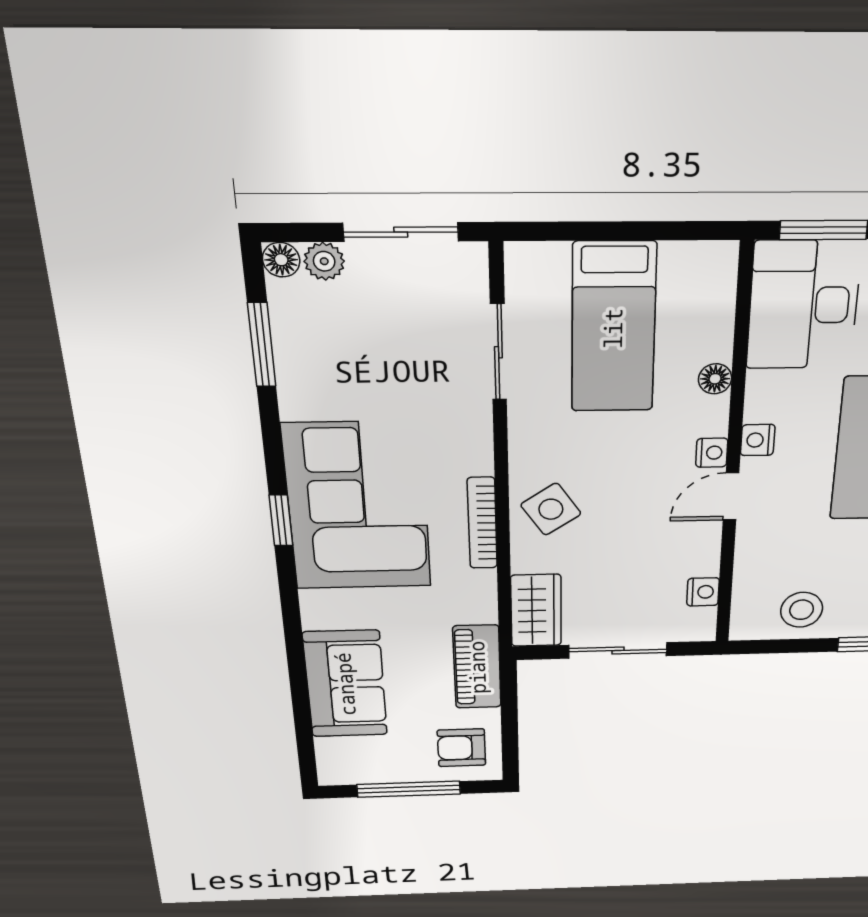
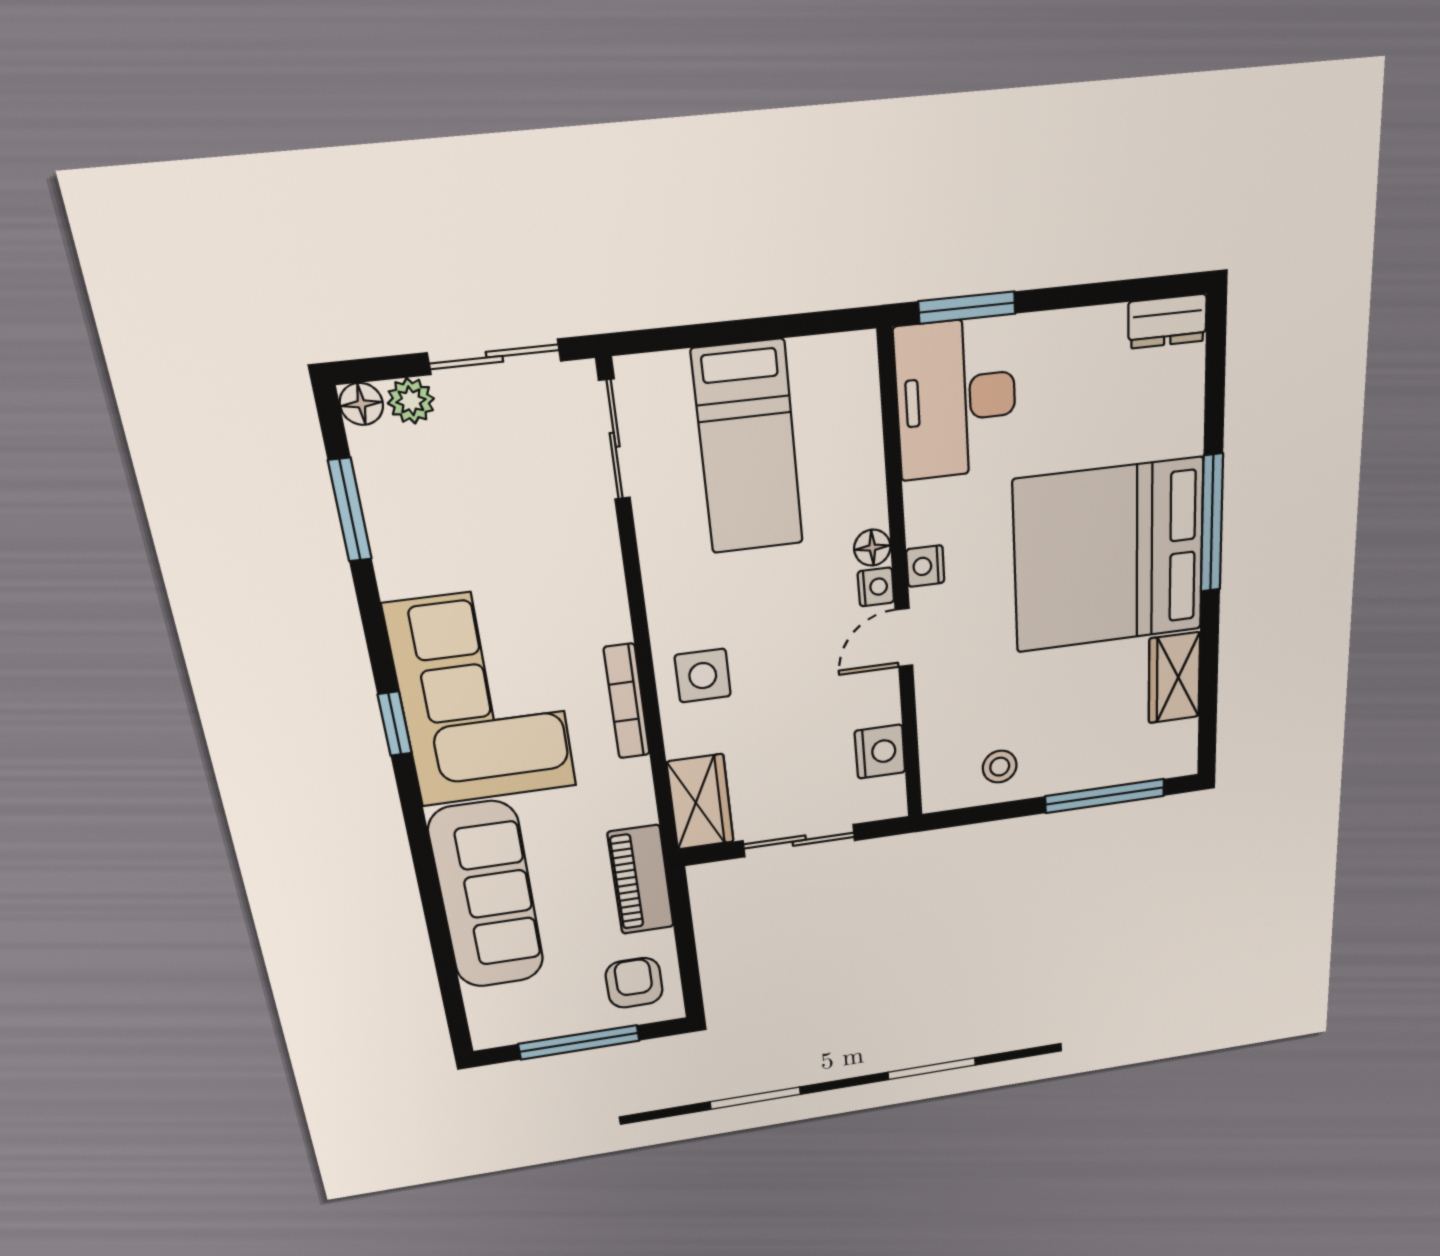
sliding door: (498, 352) -> (615, 440), moved
floor lamp: (715, 379) -> (872, 548), moved
side table: (551, 509) -> (703, 676), turned 34
nightstand: (703, 592) -> (880, 752), width x1.39, depth x1.35
stool: (802, 610) -> (1000, 767), width x0.73, depth x0.73
sofa: (345, 684) -> (487, 896), width x1.36
armchair: (461, 748) -> (634, 983), turned 90

